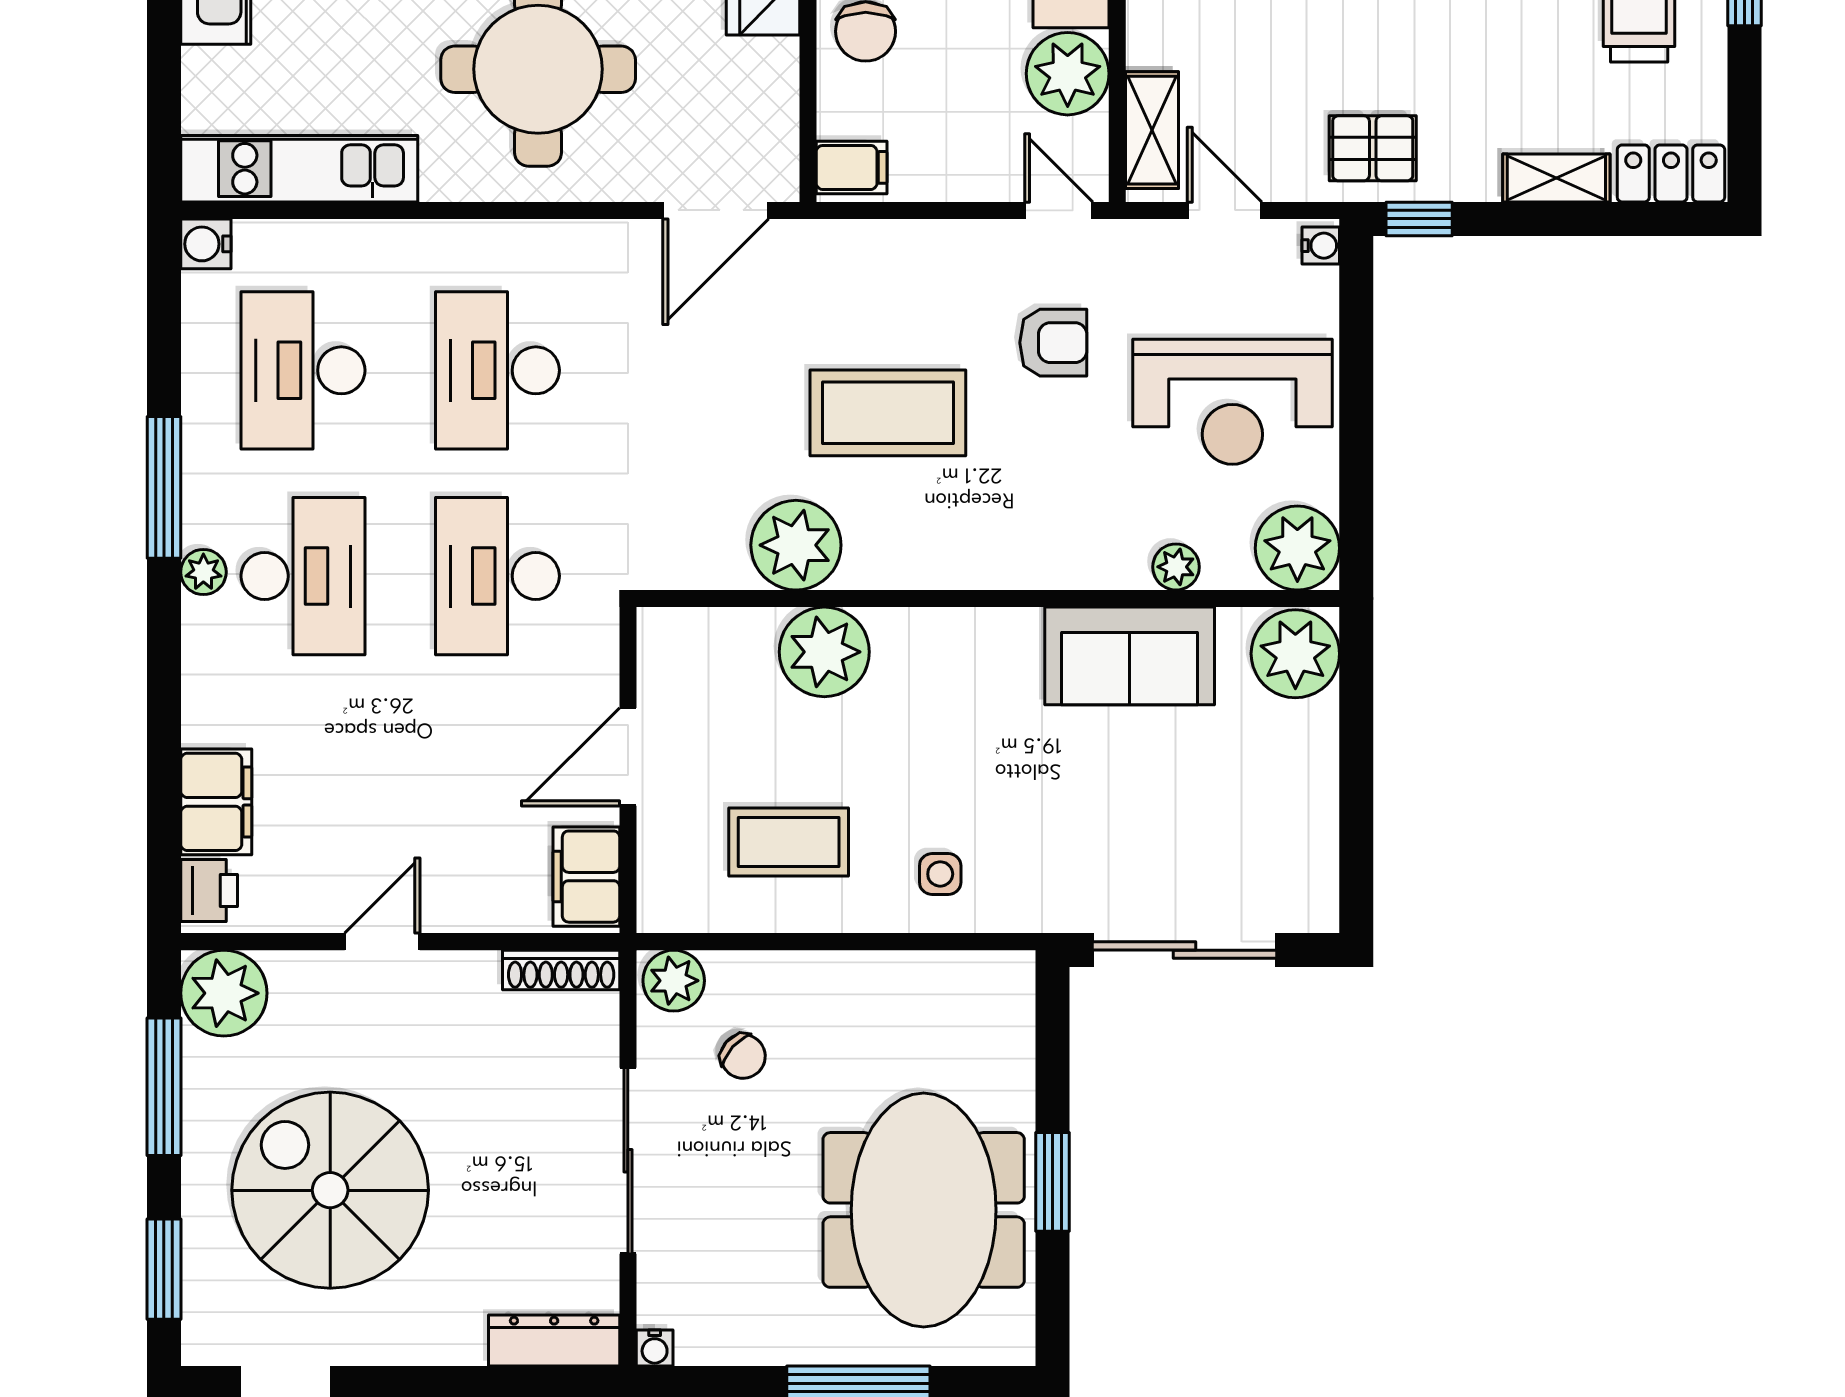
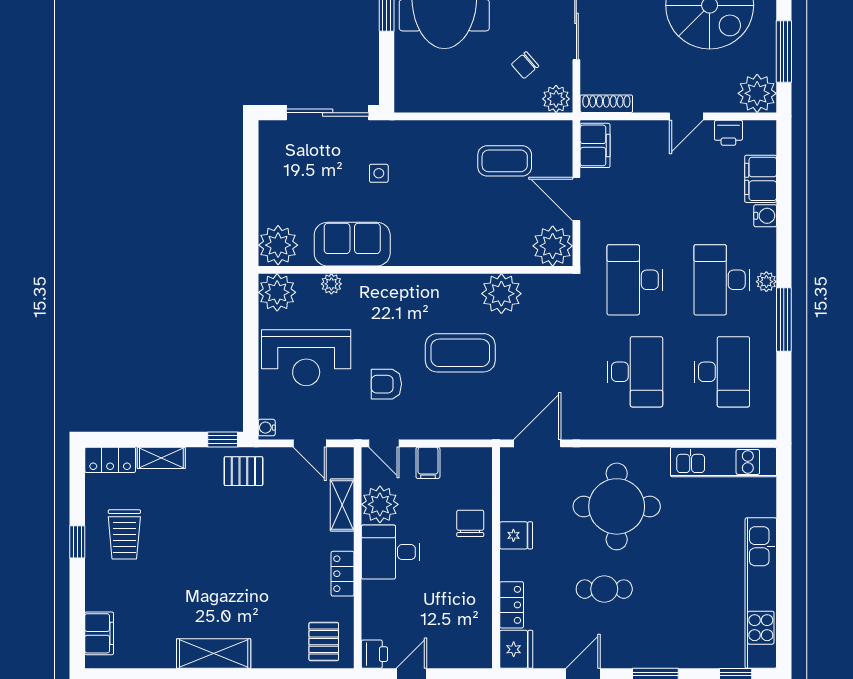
shelving: (1152, 130) -> (342, 505), moved
filing cabinet: (852, 167) -> (428, 463), moved, turned -90
water cooler: (206, 244) -> (765, 216), moved
reception desk: (1232, 402) -> (306, 358), turned 180
desk: (497, 576) -> (635, 280), turned 180
plant: (824, 652) -> (553, 246), moved
door: (628, 757) -> (576, 199), swing flipped
side table: (940, 874) -> (379, 173), moved
printer: (209, 891) -> (728, 133), moved, turned -90
chair: (743, 1056) -> (525, 65), turned -83

